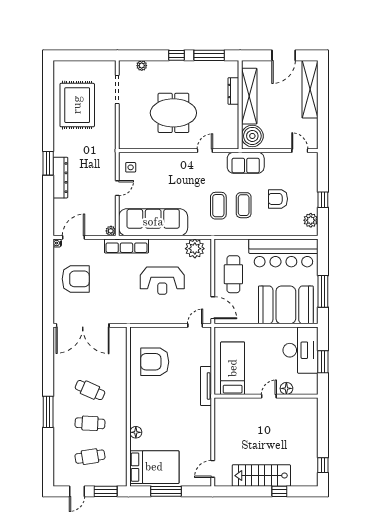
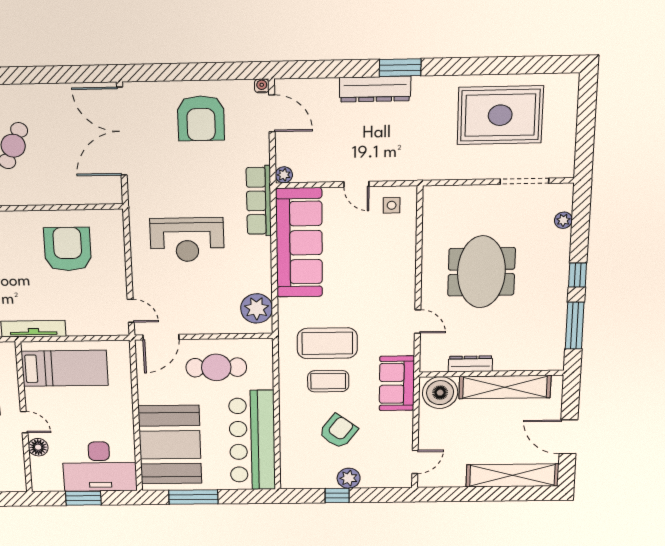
dresser: (233, 91) -> (470, 364), moved
armchair: (278, 199) -> (338, 431), turned 37
coffee table: (218, 206) -> (327, 343), width x1.36, depth x1.32
plant: (311, 220) -> (349, 478), moved
reception desk: (162, 281) -> (187, 240), moved, turned -90

